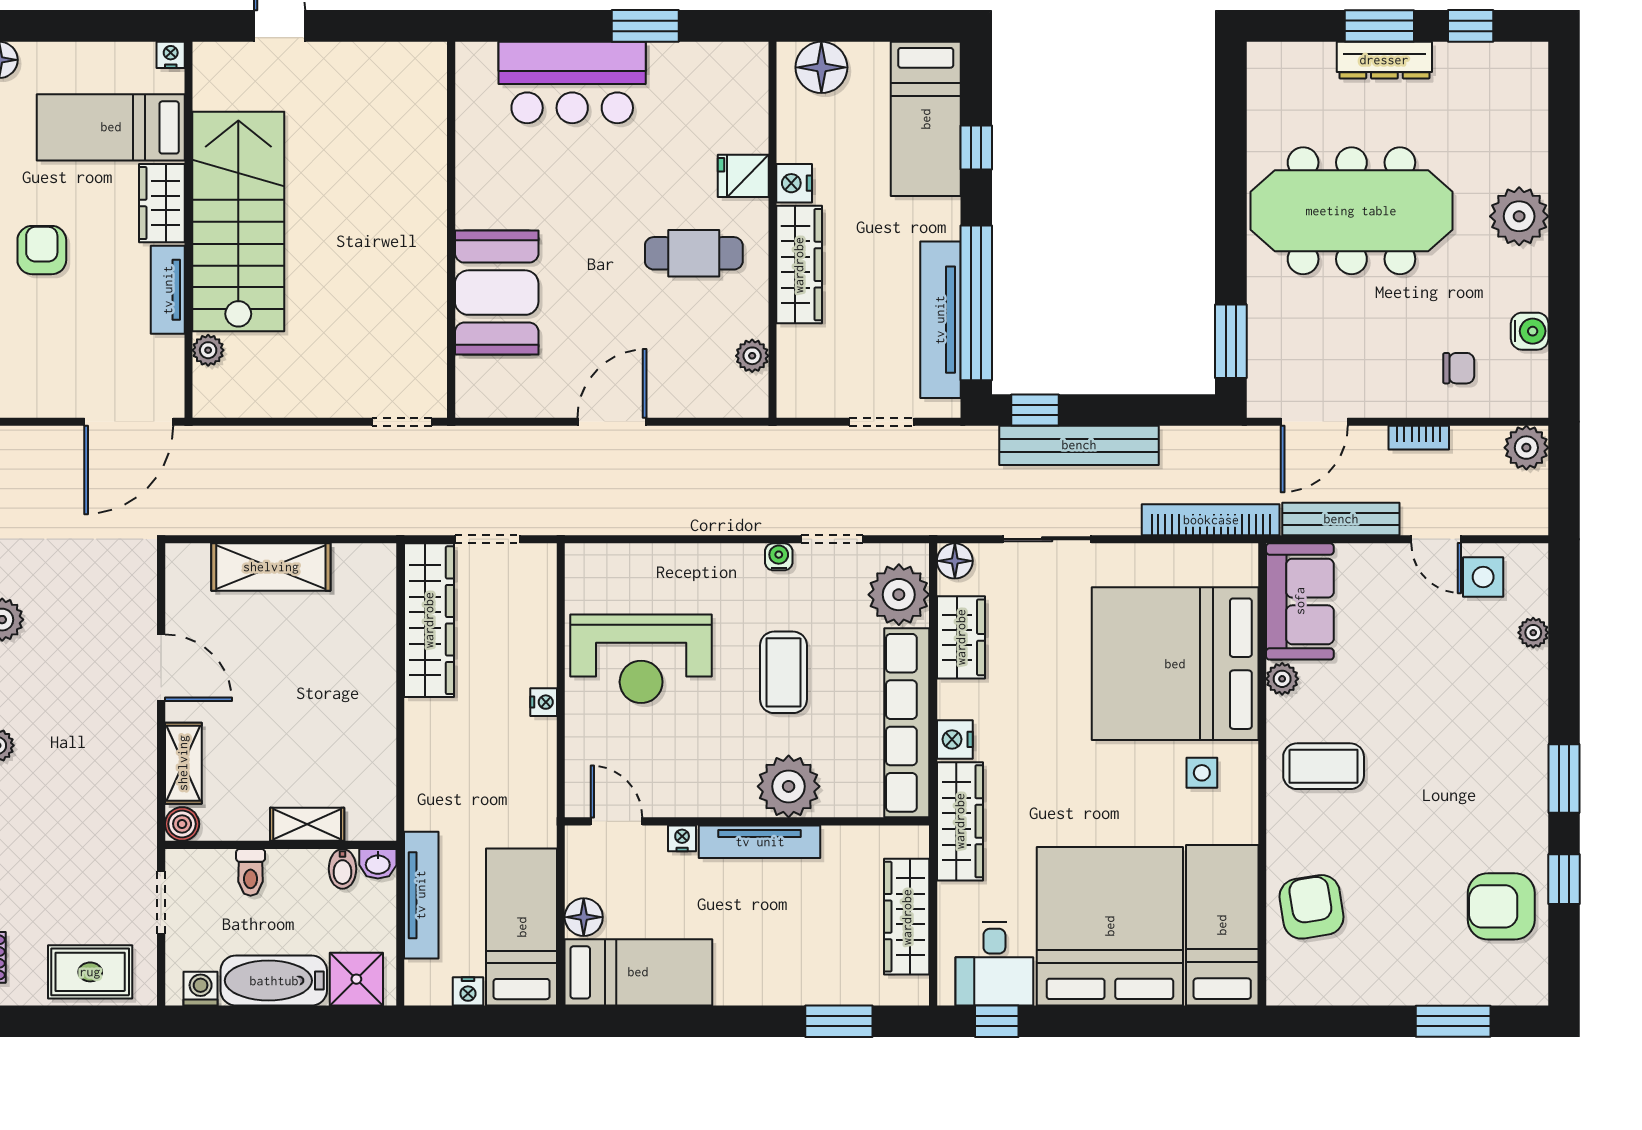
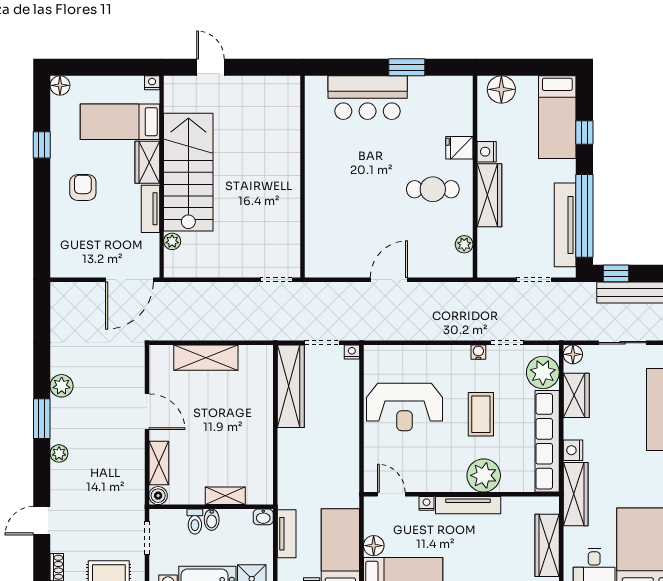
booth: (497, 293) -> (327, 210), removed
nightstand: (544, 702) -> (352, 352), moved, turned -90
bidet: (343, 869) -> (212, 520), moved
tv unit: (421, 895) -> (287, 534), width x0.71

